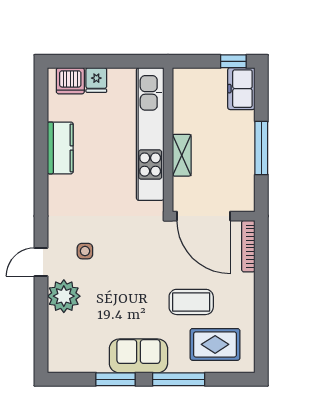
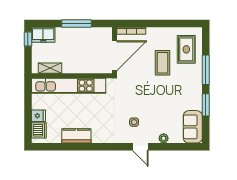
shelving: (182, 155) -> (50, 68), moved
plant: (64, 296) -> (164, 138), width x0.53, depth x0.53
sofa: (138, 356) -> (193, 127), moved

